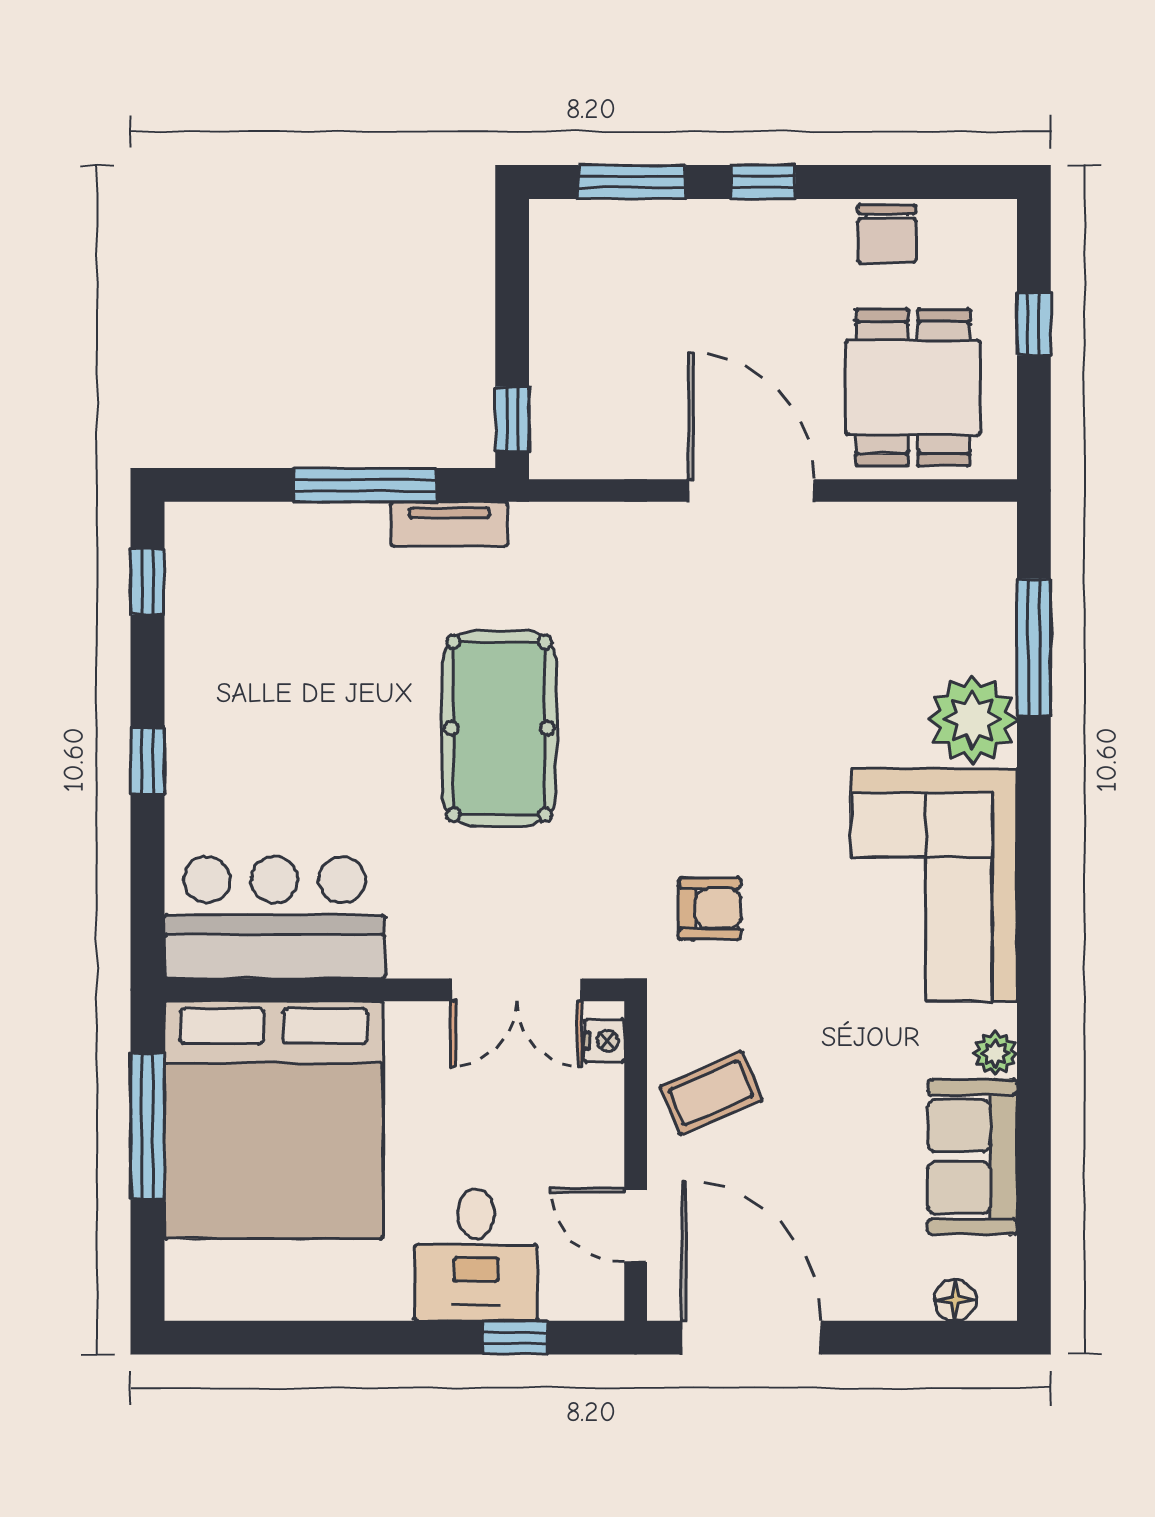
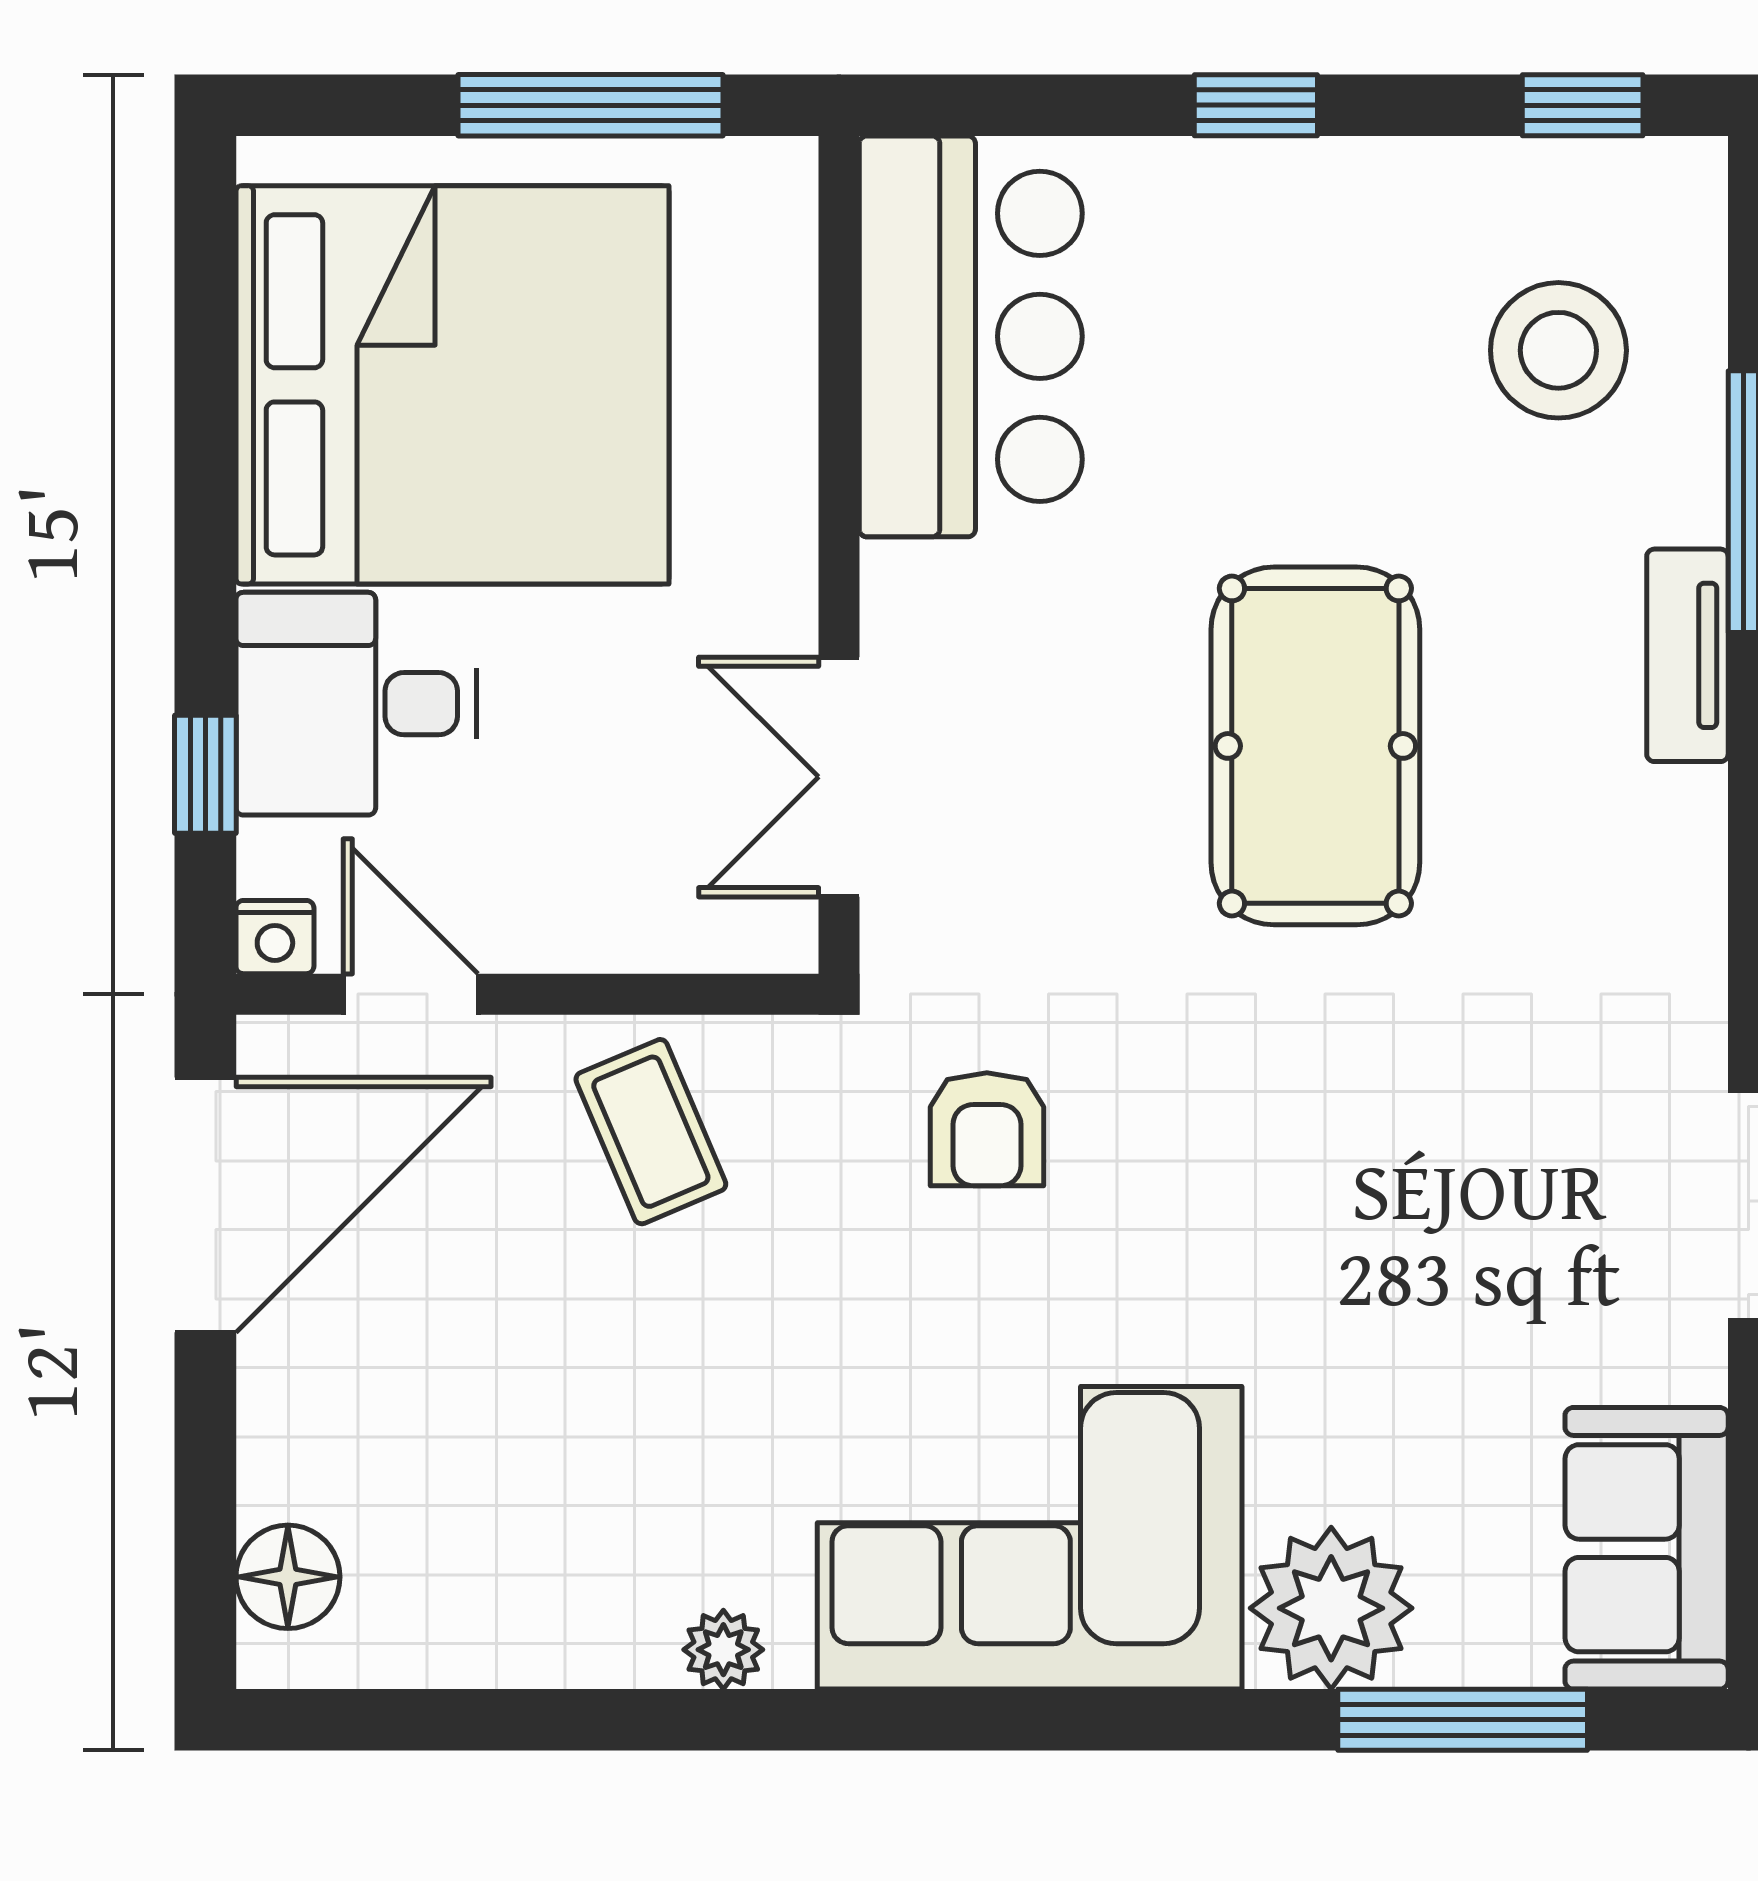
stool: (282, 595) -> (1558, 350), added
pool table: (499, 728) -> (1315, 746), turned 90
nightstand: (604, 1041) -> (275, 937), moved
bed: (274, 1120) -> (452, 385), moved, turned 180
sofa: (972, 1157) -> (1647, 1548), moved, turned -90
door: (636, 1225) -> (411, 994), hinge flipped
floor lamp: (955, 1300) -> (288, 1577), width x1.37, depth x1.37

